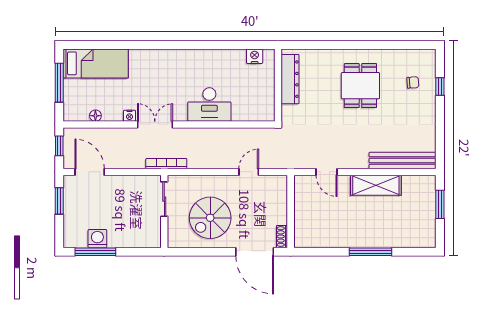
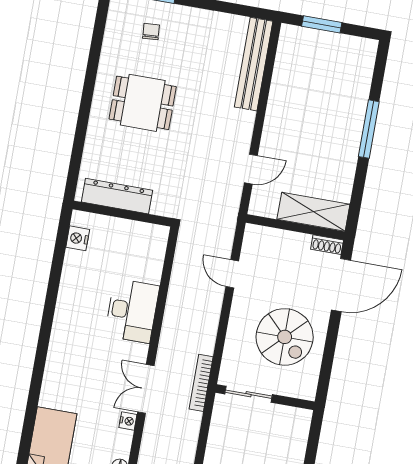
shelving: (376, 185) -> (313, 212), moved, turned 90

